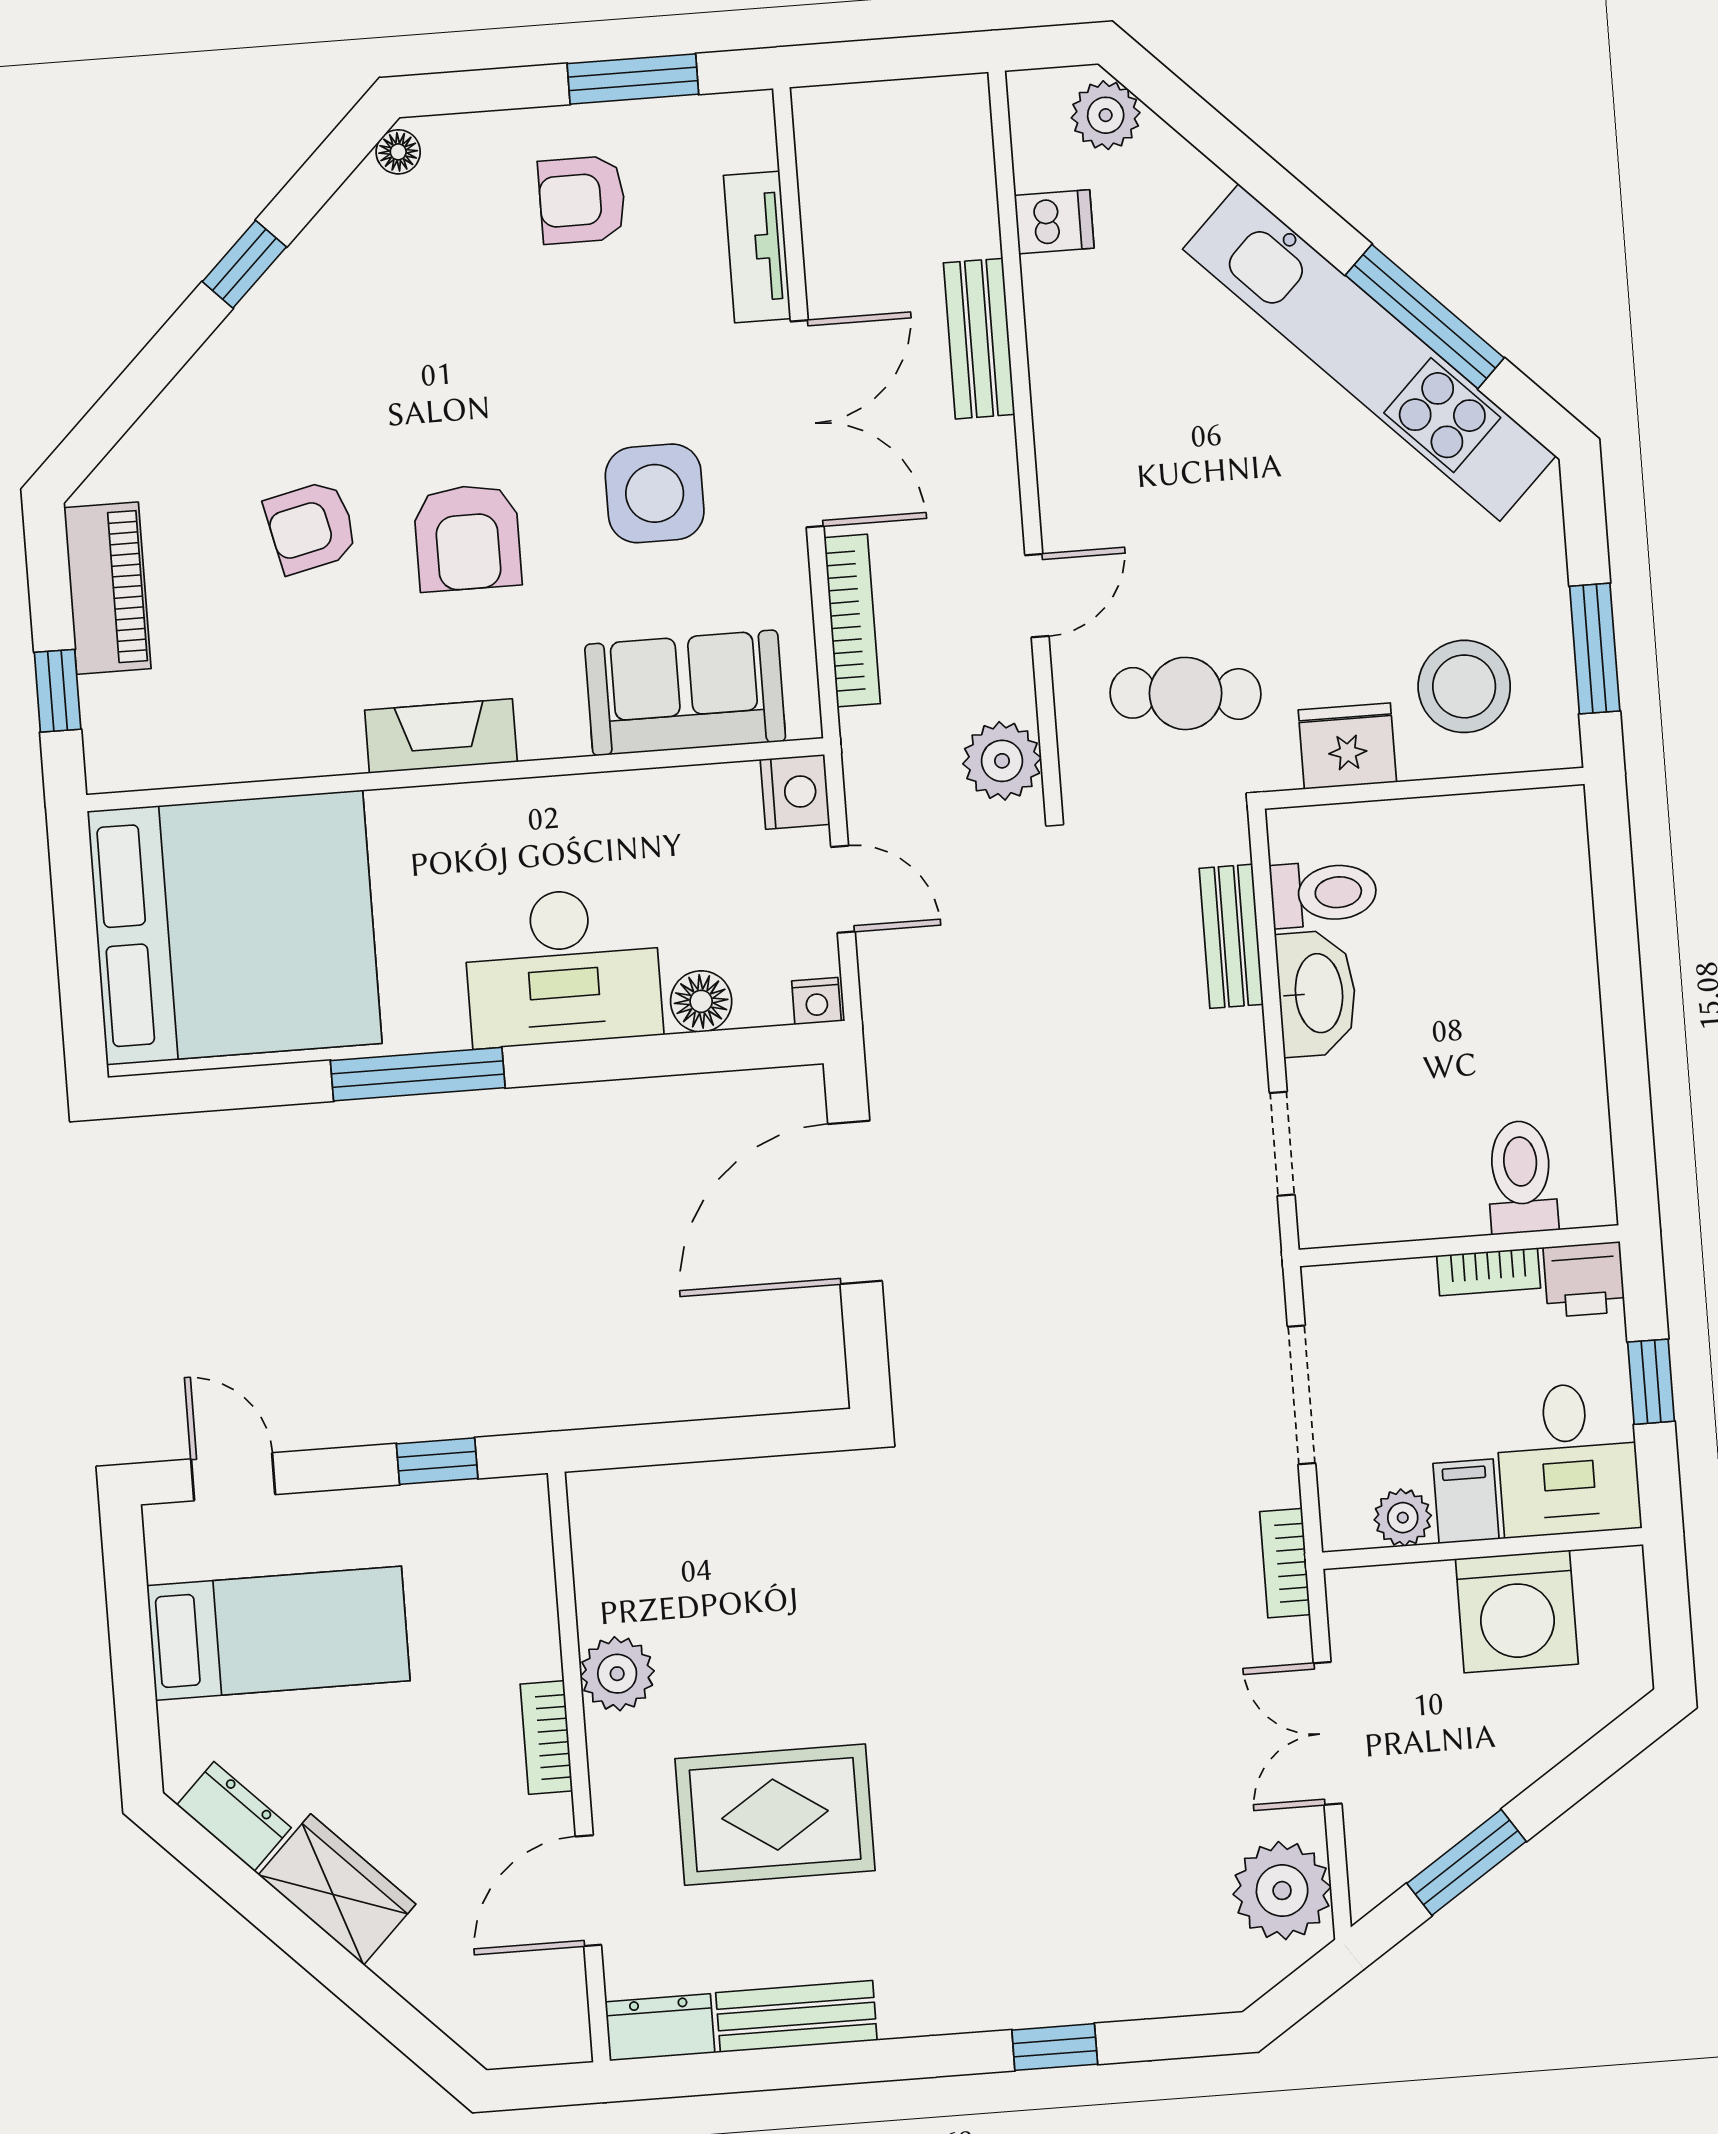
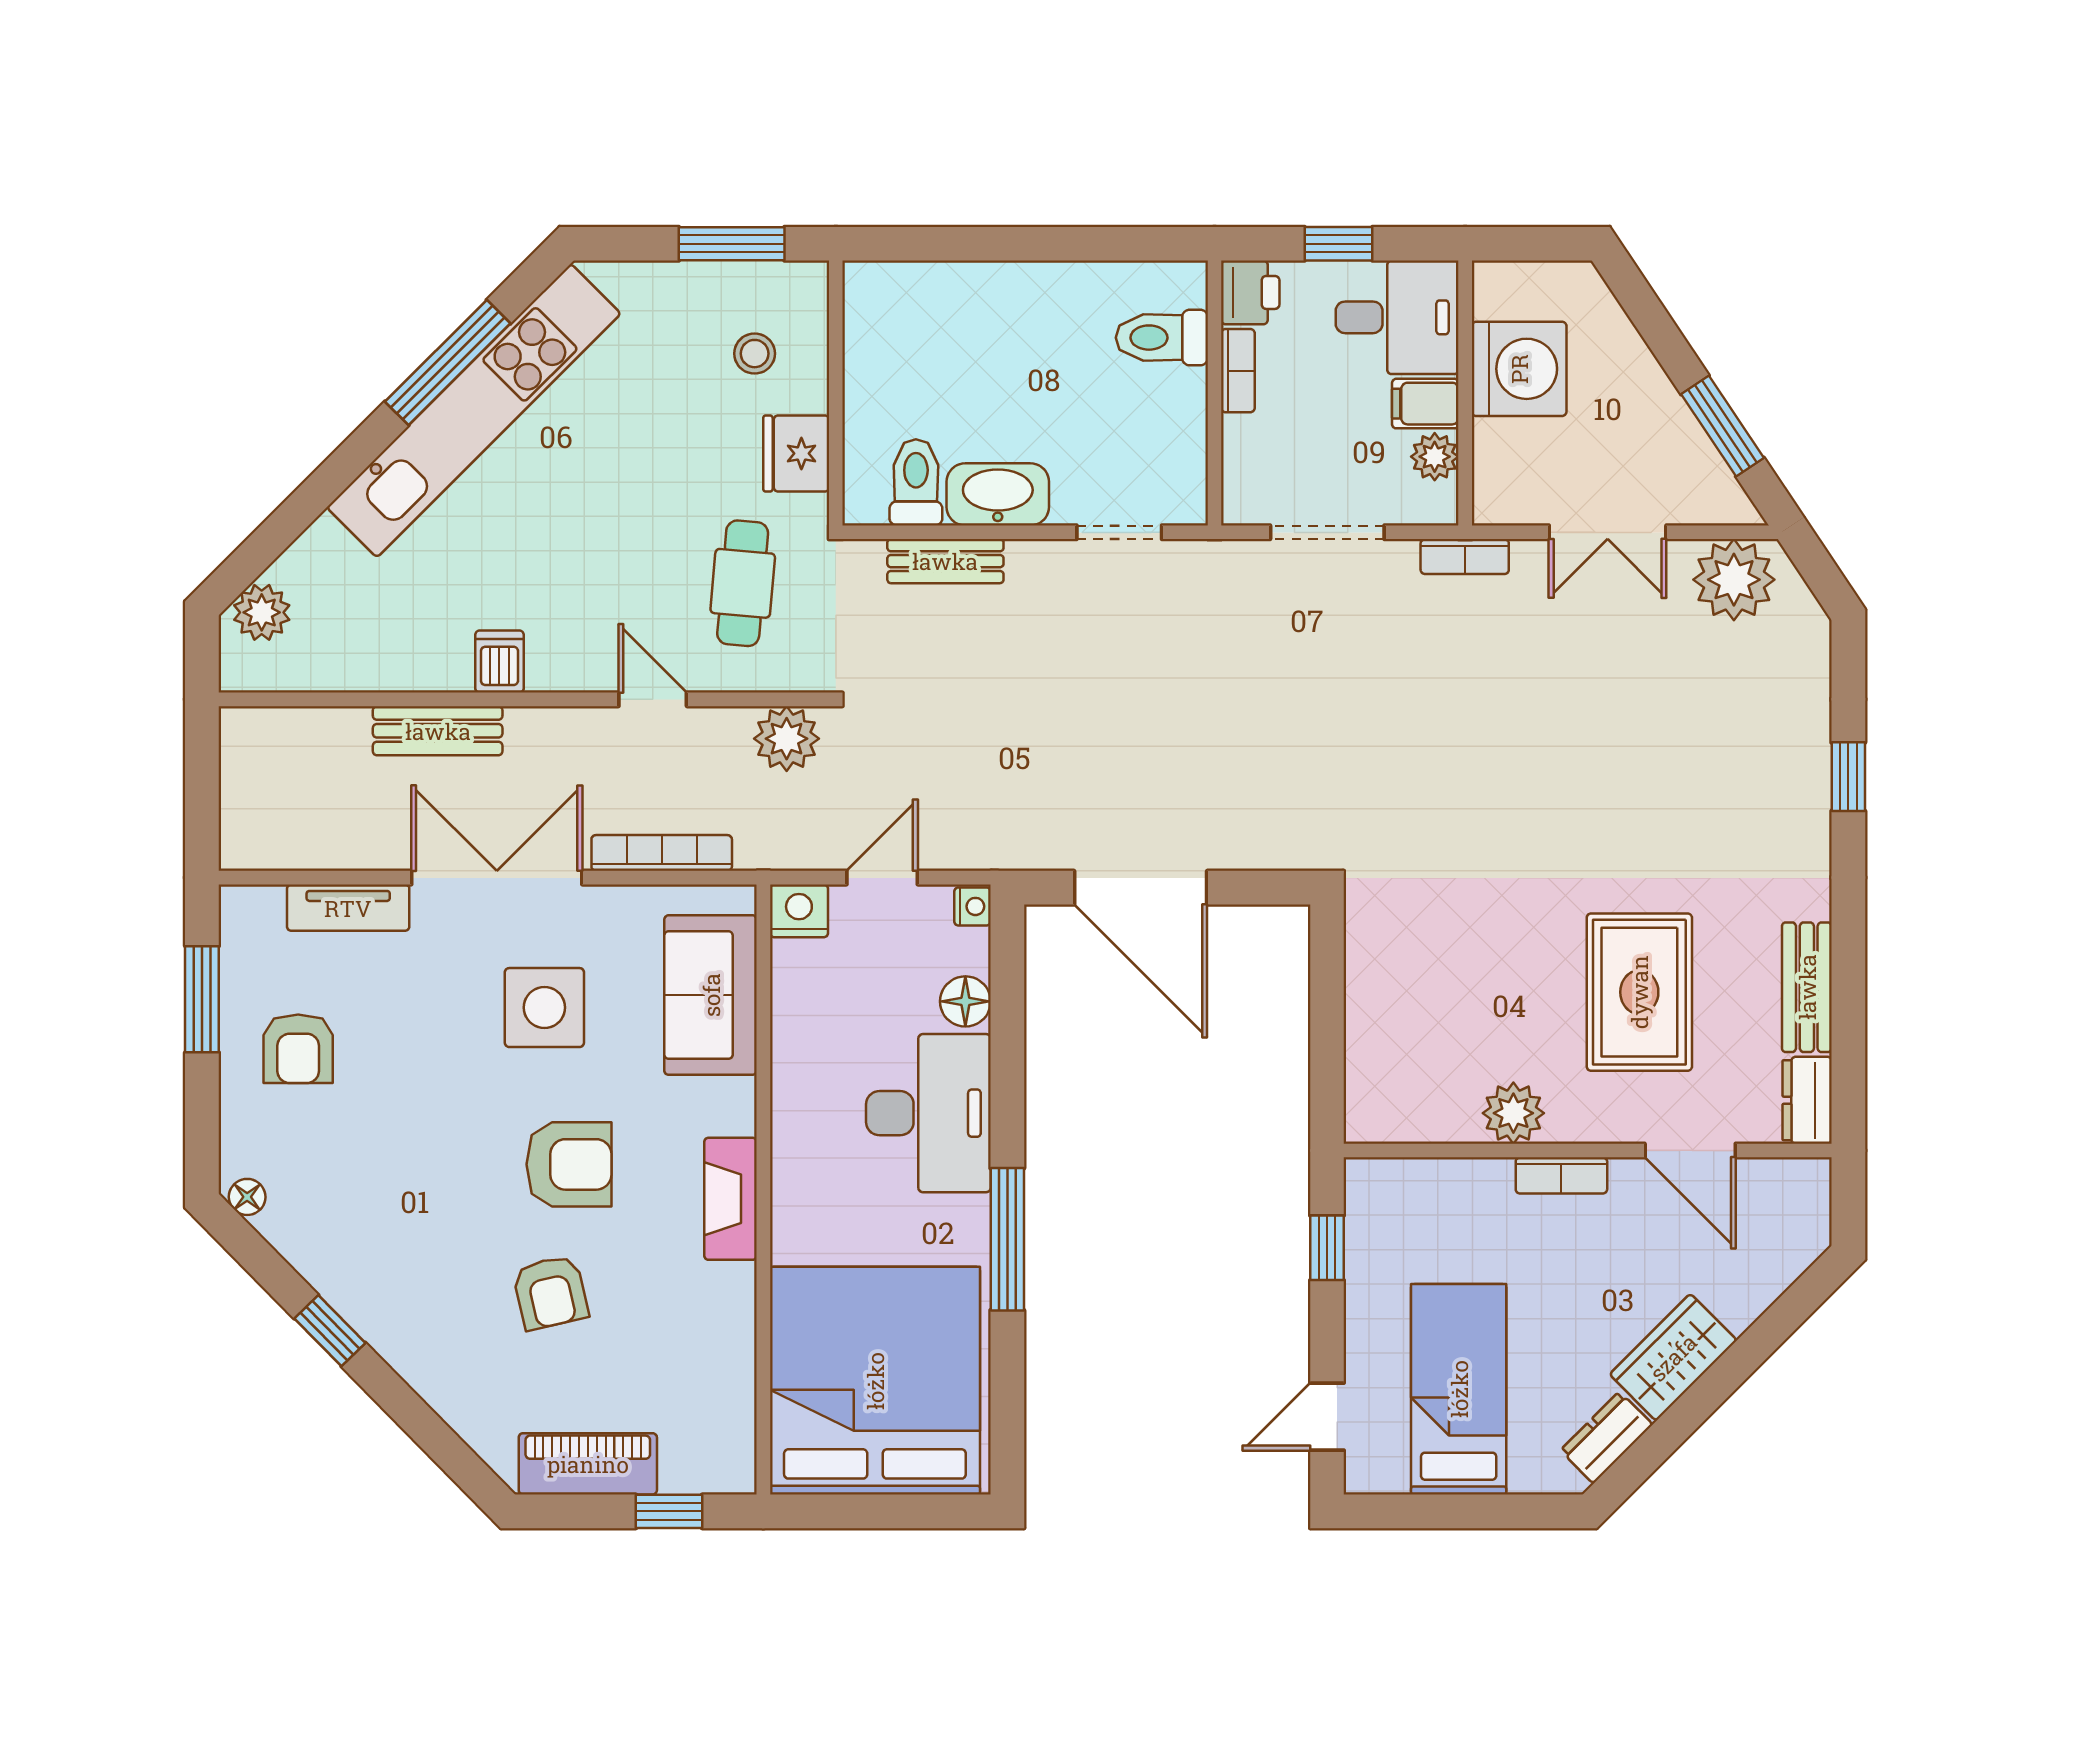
dishwasher: (1054, 222) -> (499, 662), moved
stool: (1464, 686) -> (755, 354), width x0.53, depth x0.53

